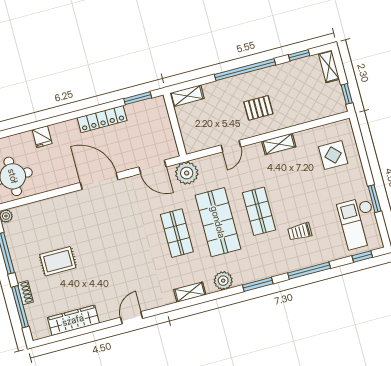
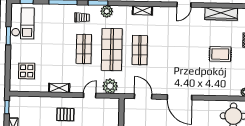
plant: (187, 173) -> (110, 86), moved
trolley: (300, 232) -> (82, 17), moved
plant: (223, 281) -> (107, 11), moved

